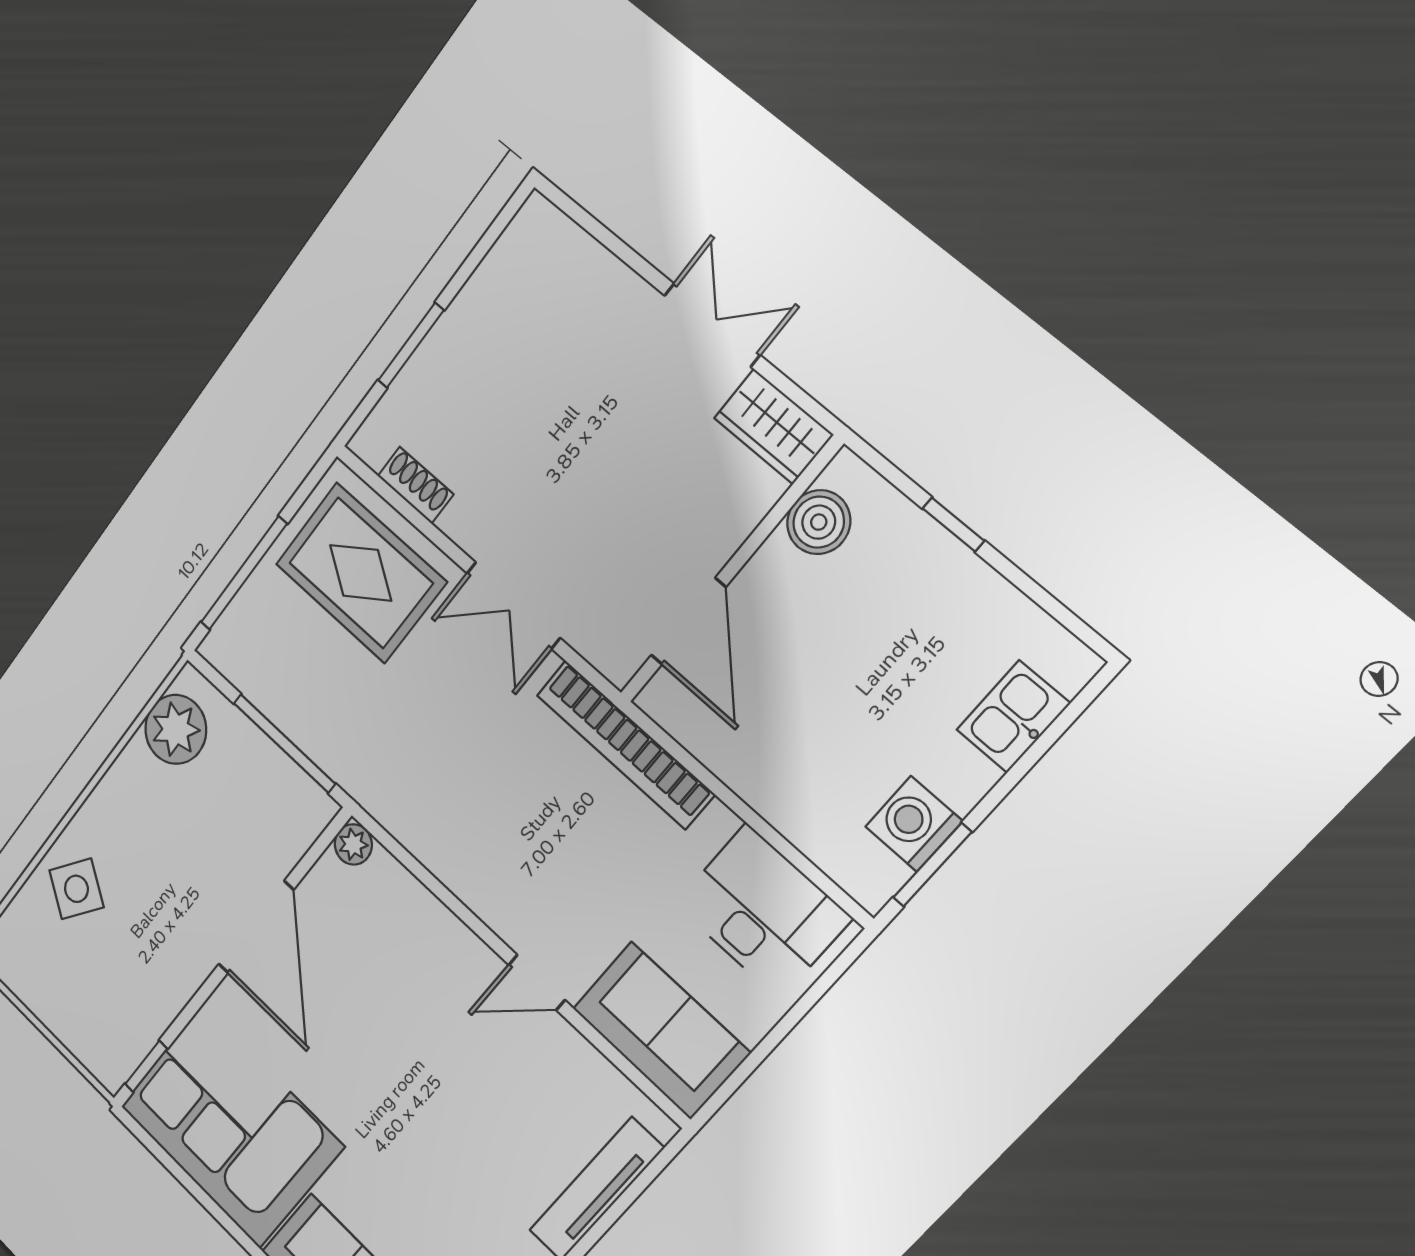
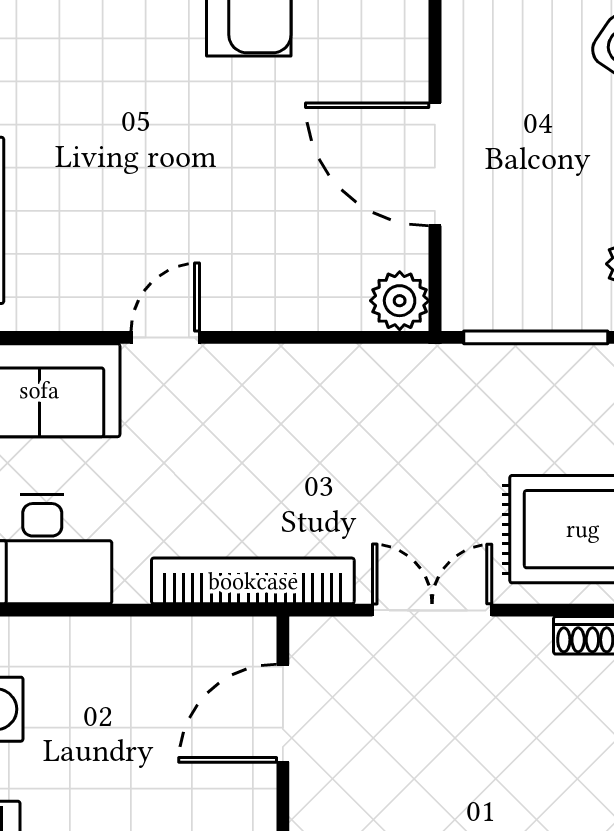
door: (688, 621) -> (283, 713), hinge flipped
plant: (353, 844) -> (400, 301), width x1.38, depth x1.38

